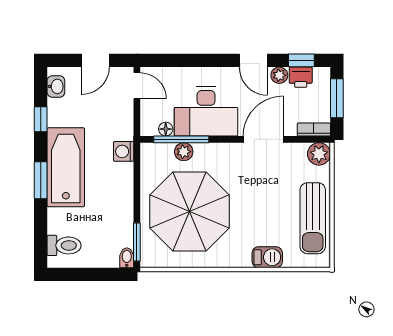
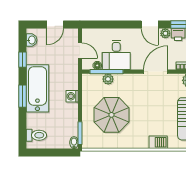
door: (137, 86) -> (80, 51), moved
desk: (206, 111) -> (116, 55), width x0.73
washing machine: (124, 151) -> (72, 96), moved
parasol: (189, 212) -> (111, 115), width x0.73, depth x0.73

